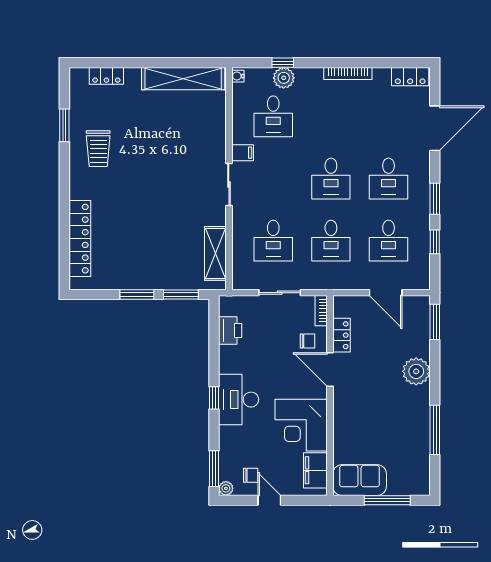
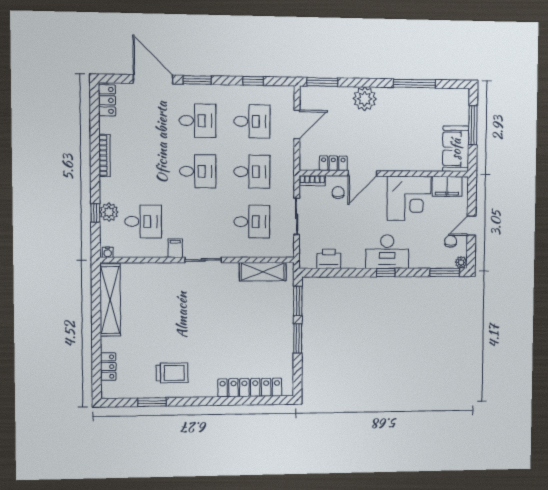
window: (435, 199) -> (197, 80), moved

